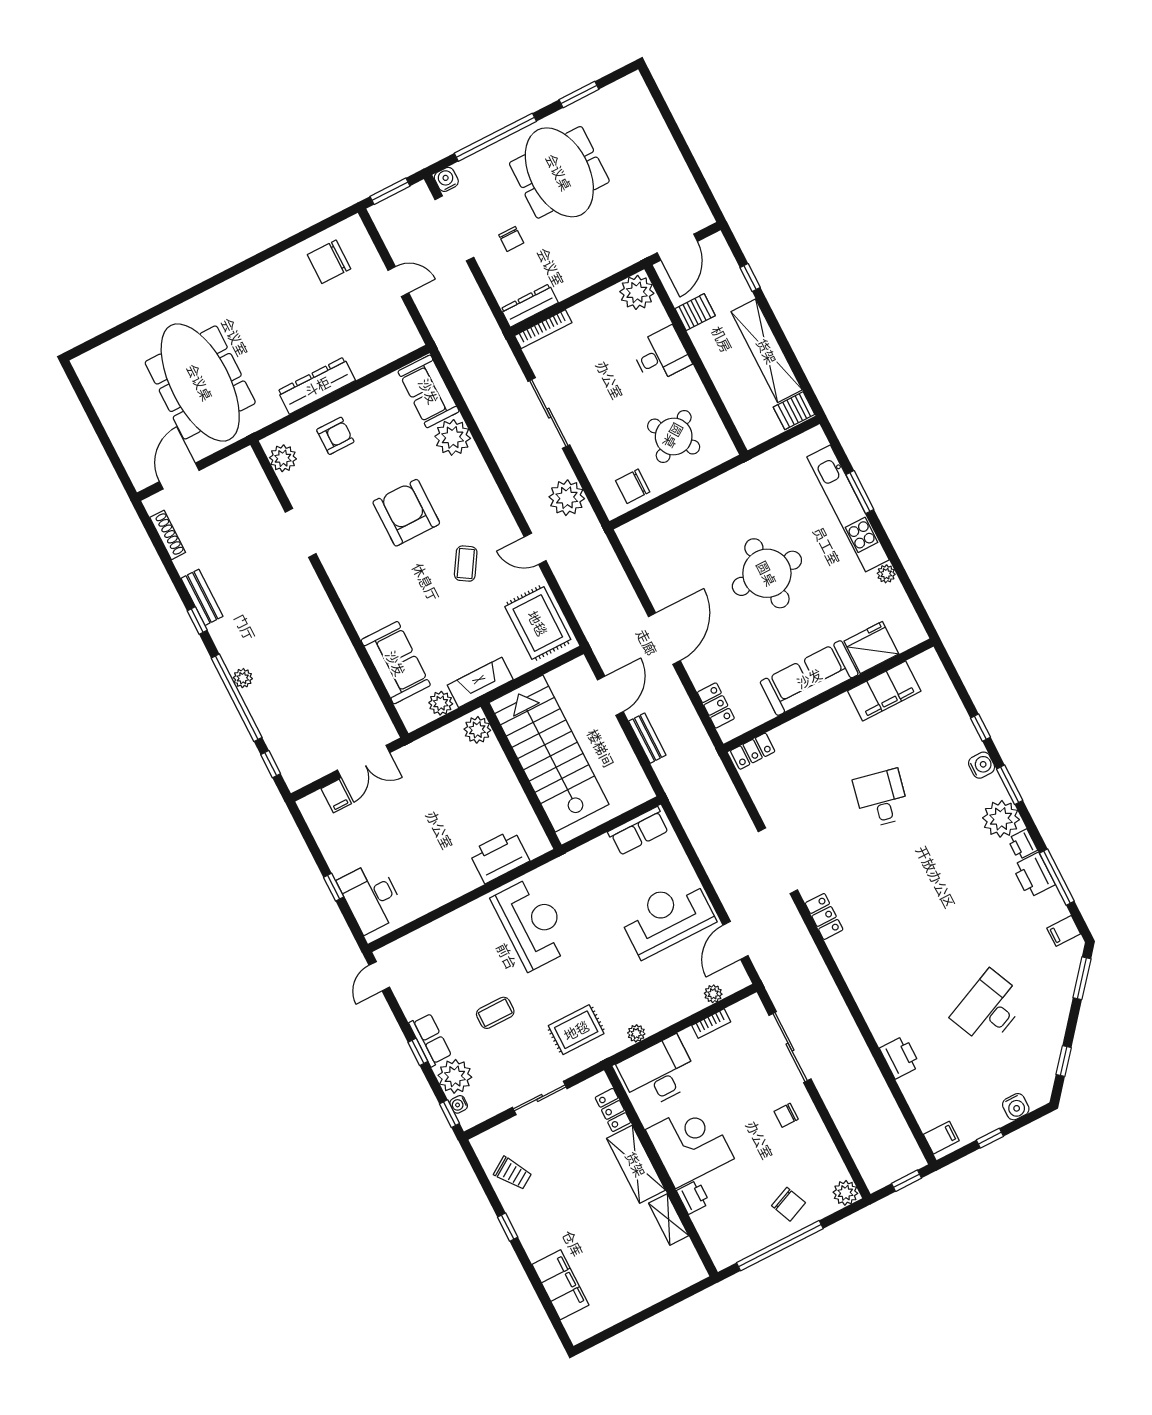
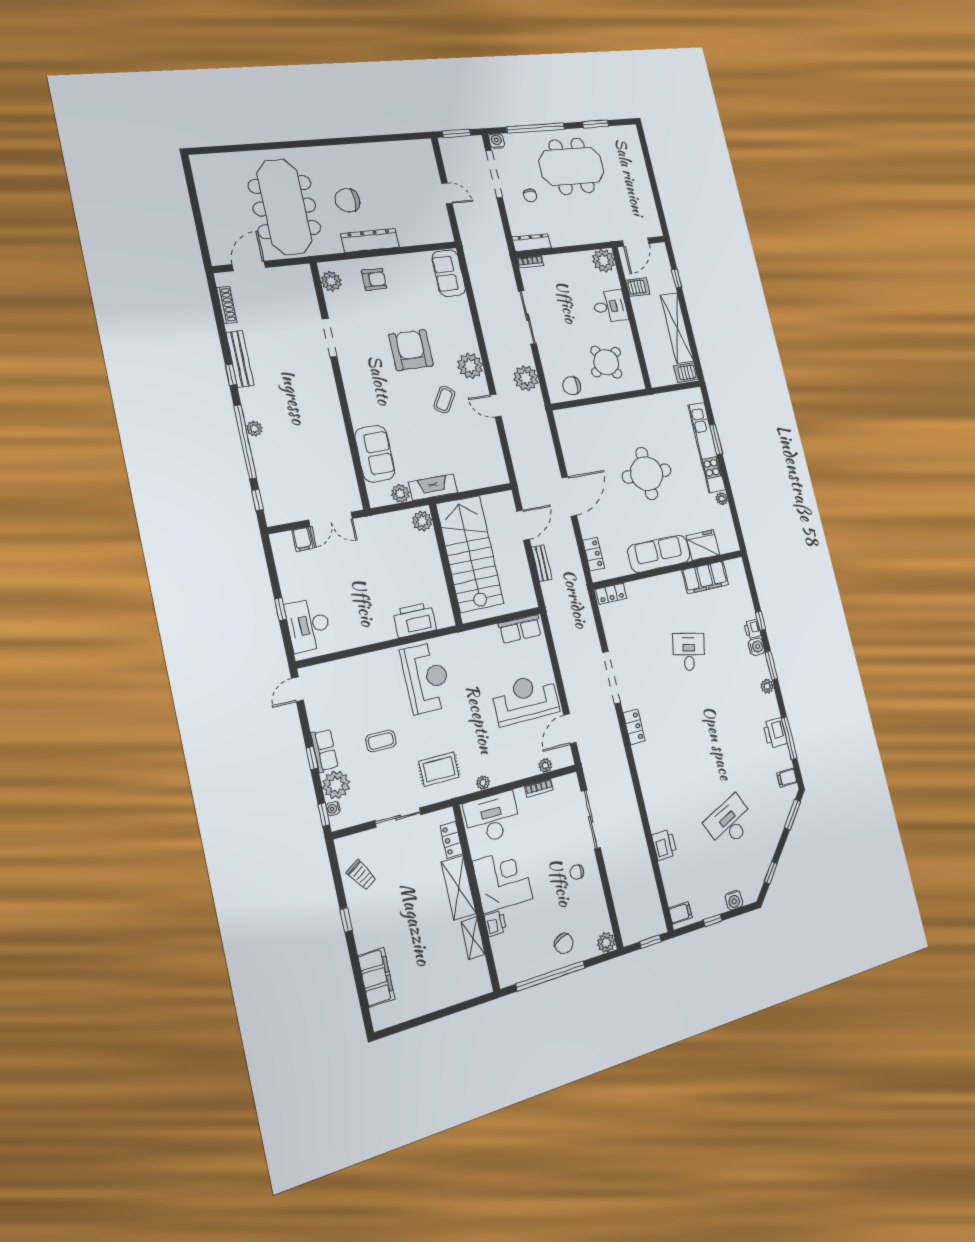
meeting table: (559, 172) -> (572, 166), turned 90
chair: (329, 262) -> (348, 200), moved
bookcase: (543, 329) -> (530, 262), width x0.64
plant: (453, 437) -> (470, 366), moved
bench: (202, 597) -> (240, 359), width x1.36
rug: (538, 623) -> (485, 458), removed
plant: (1001, 819) -> (767, 686), width x0.53, depth x0.53
printer: (1023, 844) -> (752, 629), moved

